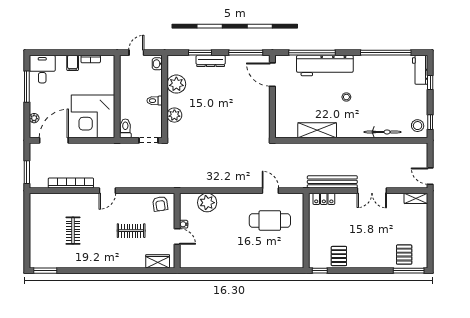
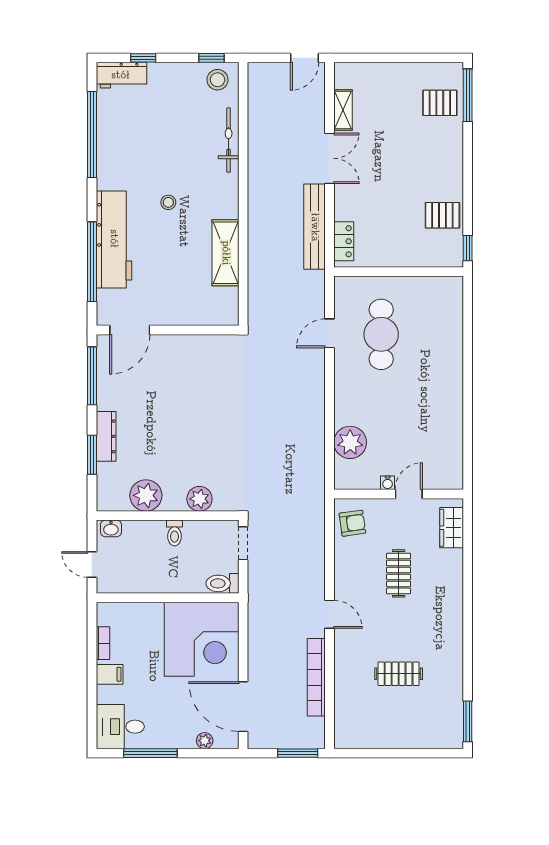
shelving: (416, 198) -> (343, 110), moved

